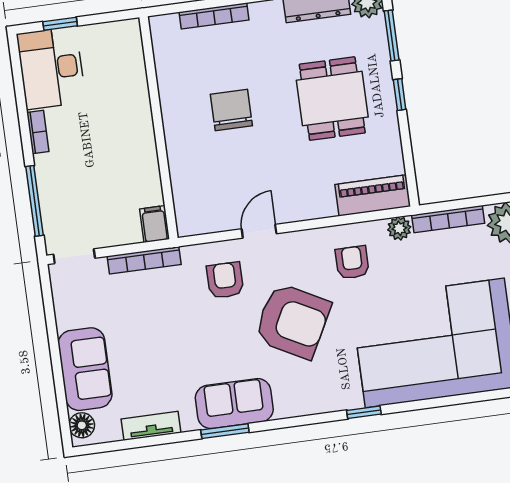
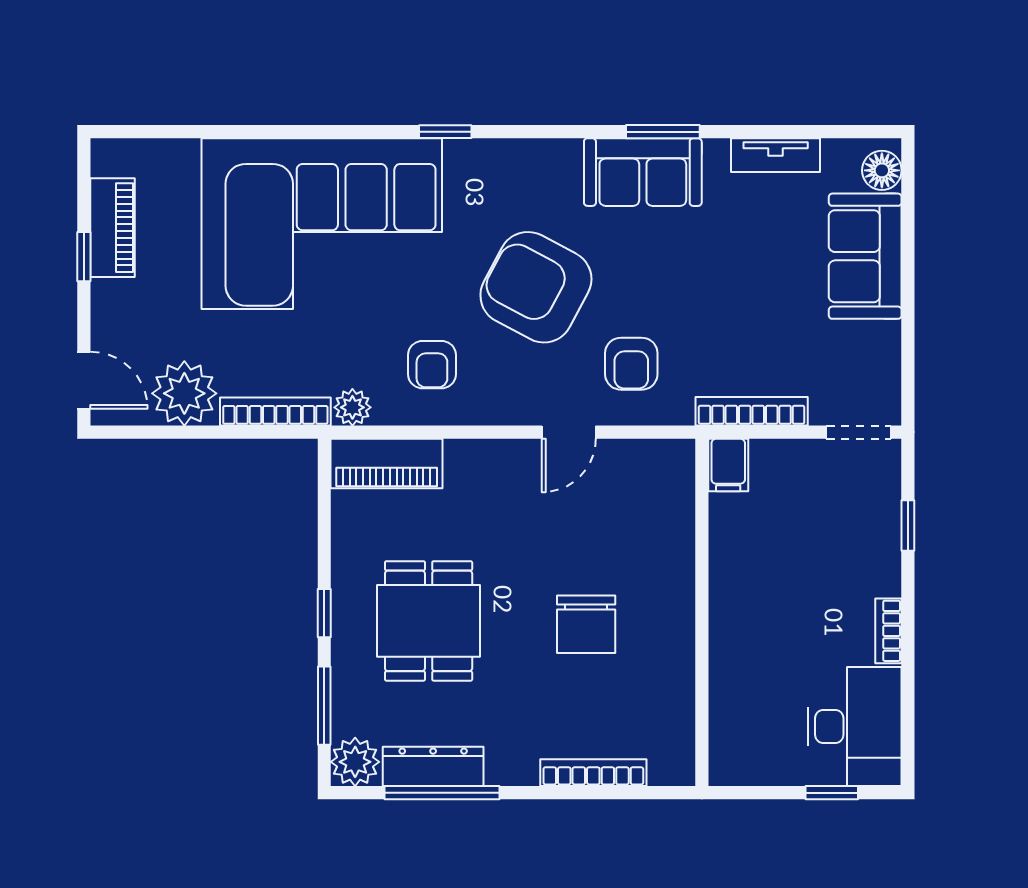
window: (35, 201) -> (908, 526), width x0.46

